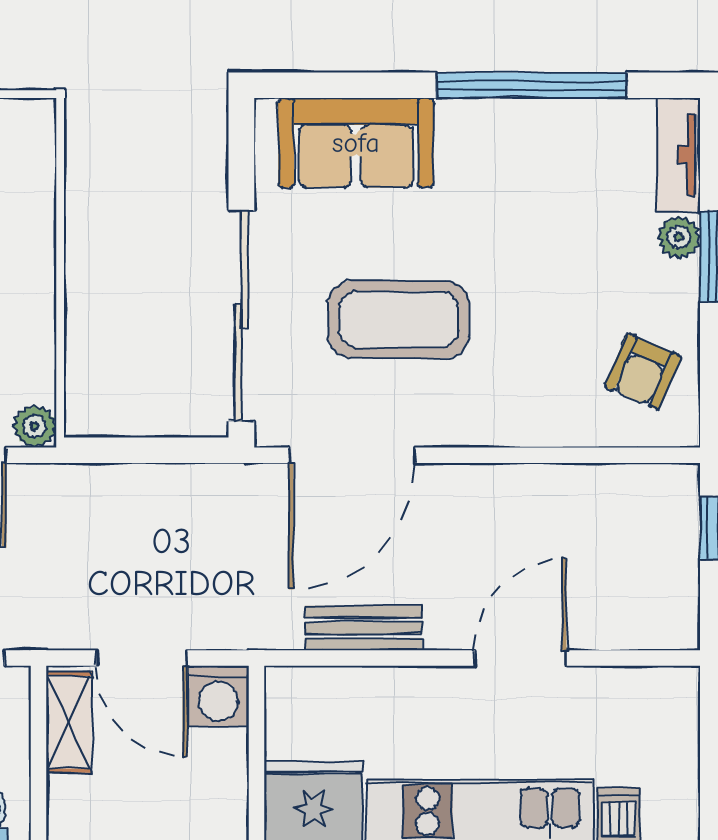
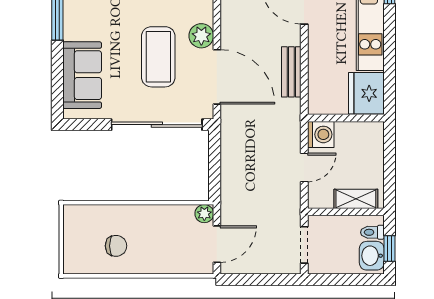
plant: (447, 419) -> (201, 36), added
door: (142, 658) -> (304, 168), width x0.73
shelving: (69, 722) -> (356, 199), moved

